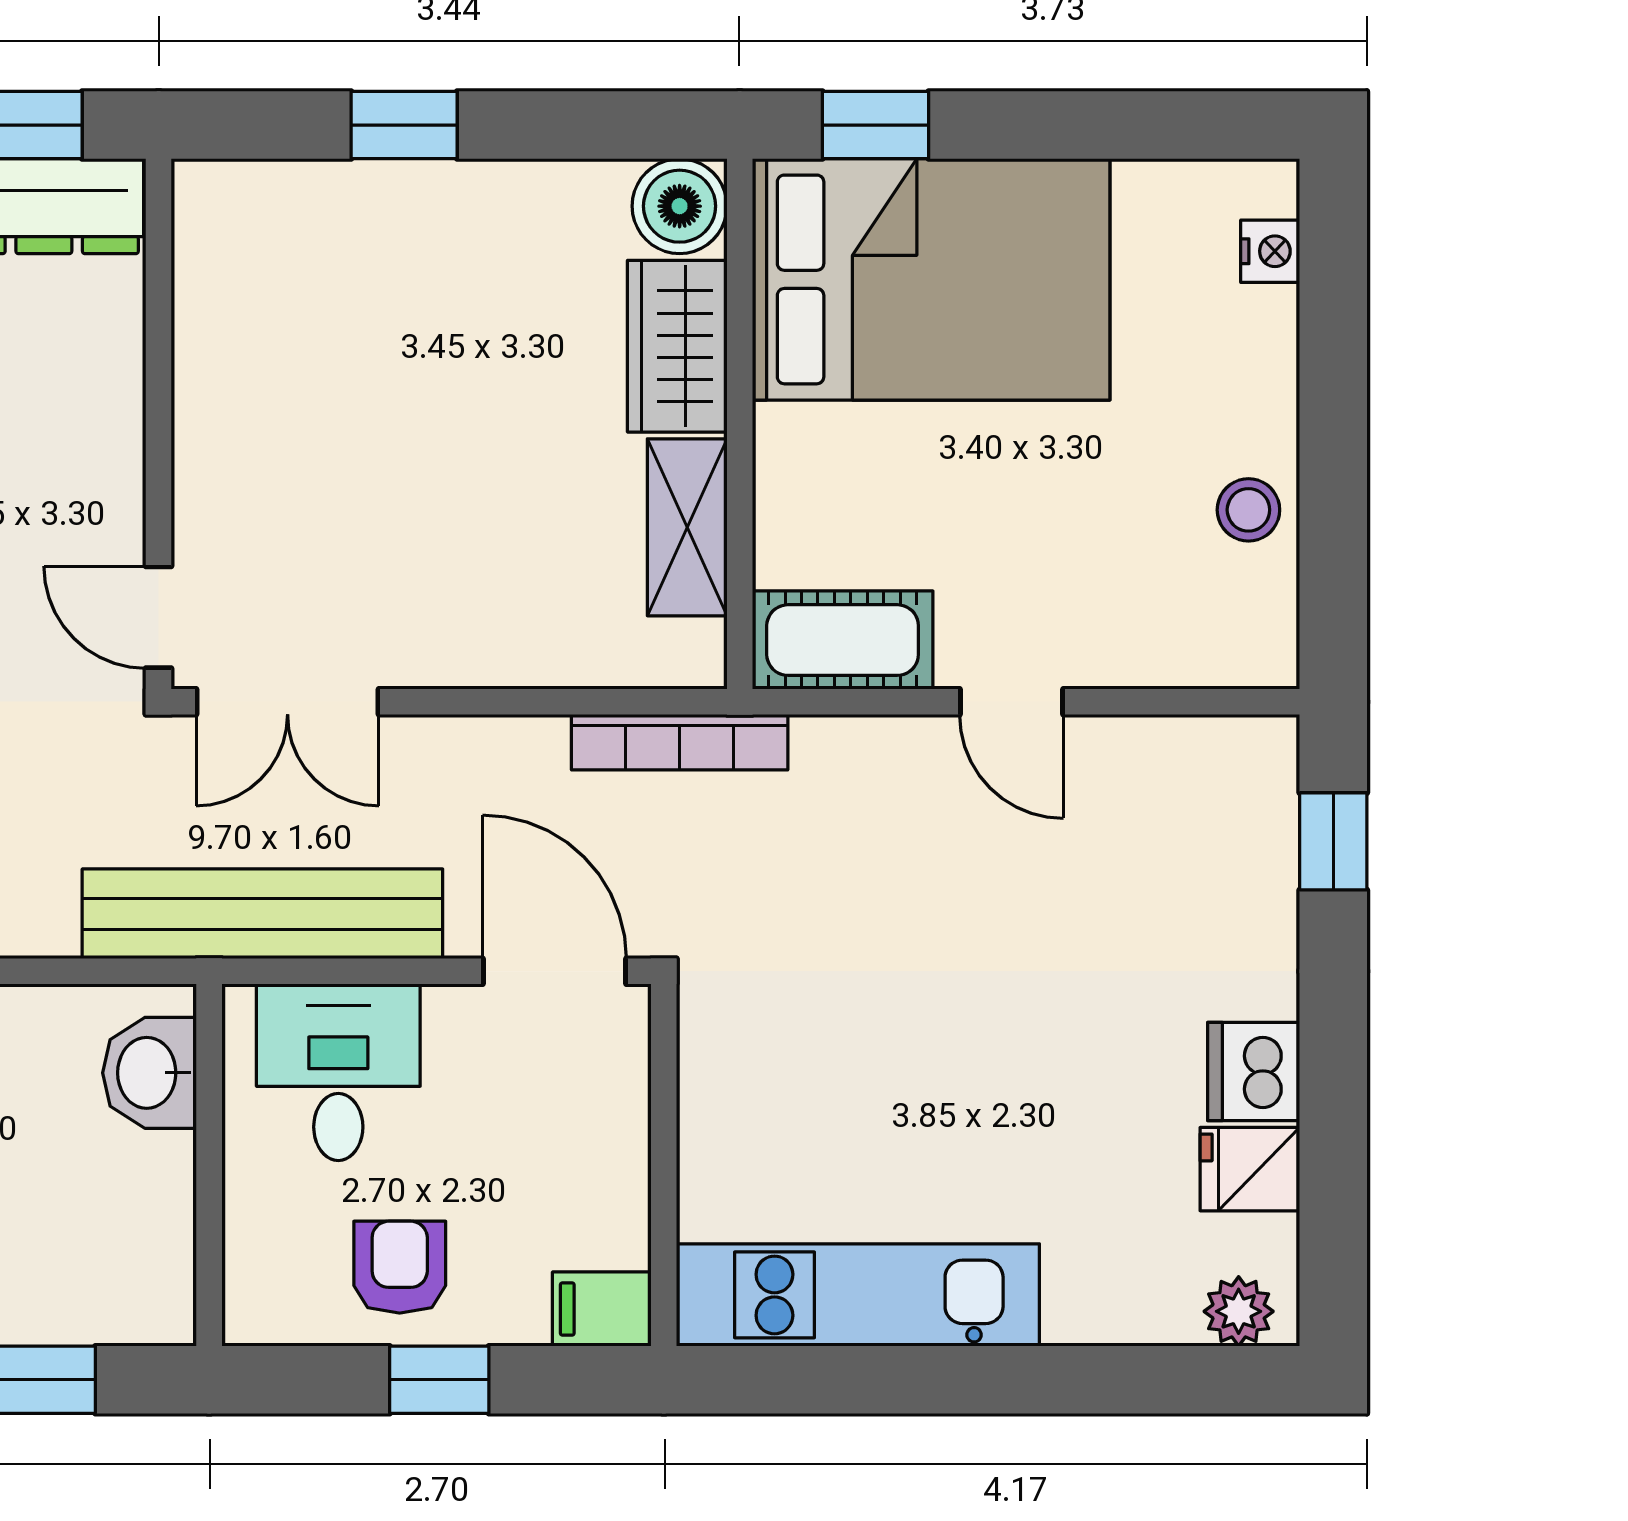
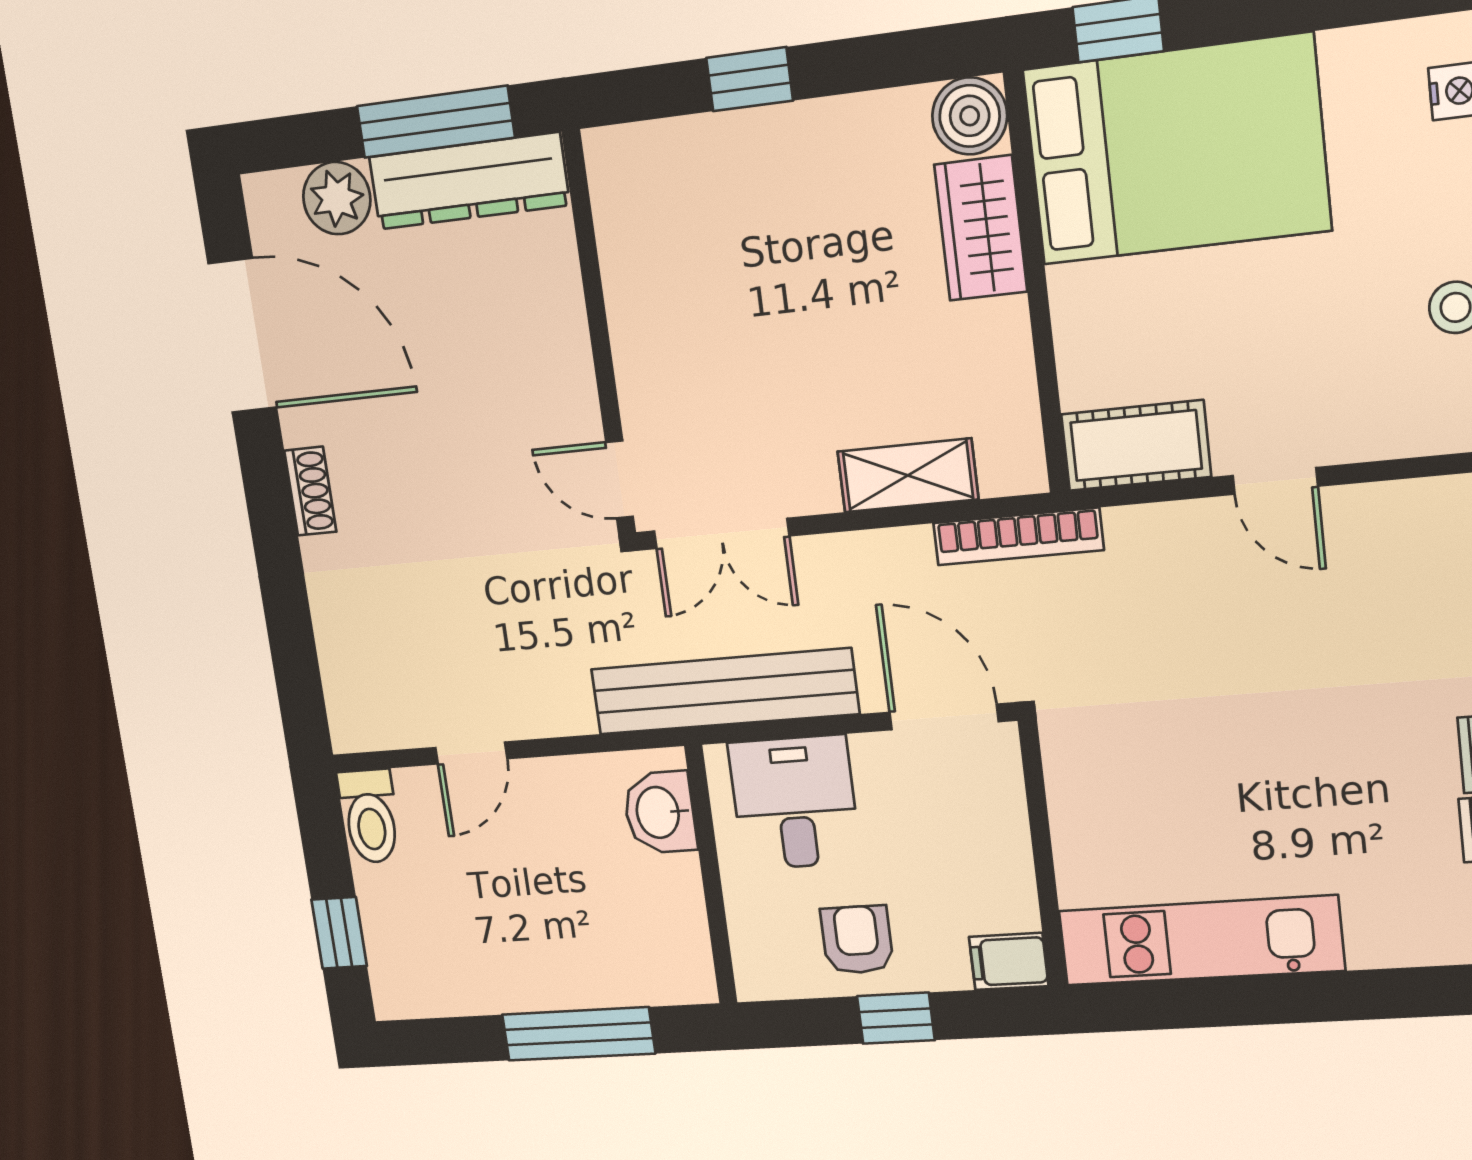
shelving: (687, 527) -> (908, 475), moved, turned 90

